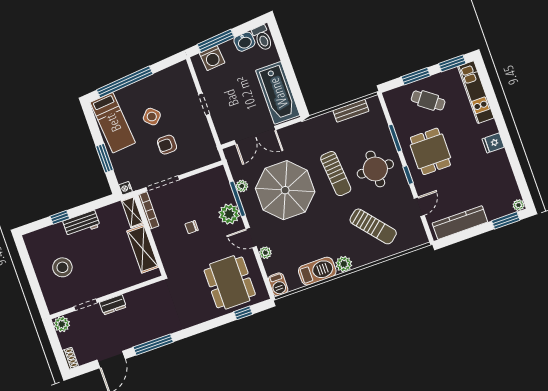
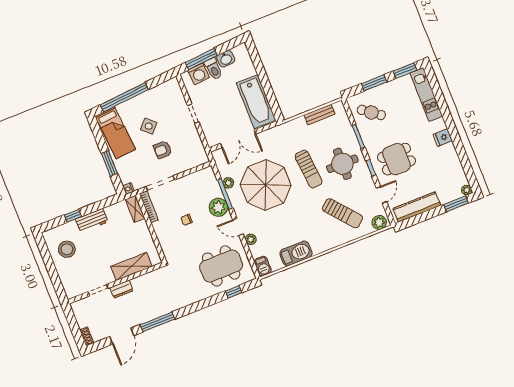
toilet: (262, 38) -> (213, 69), moved
cafe table: (428, 100) -> (371, 112), moved
dining table: (430, 151) -> (396, 159), moved, turned 90
shelving: (143, 249) -> (131, 266), moved, turned 90
plant: (344, 264) -> (379, 222), moved
stool: (62, 267) -> (67, 249), moved
dining table: (230, 282) -> (221, 266), turned 90
plant: (62, 324) -> (78, 307), removed

